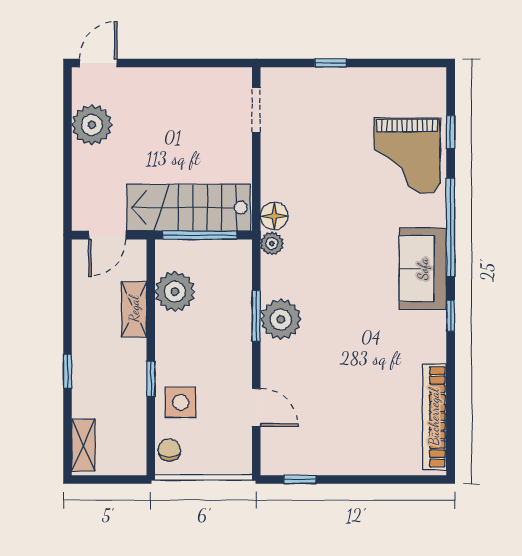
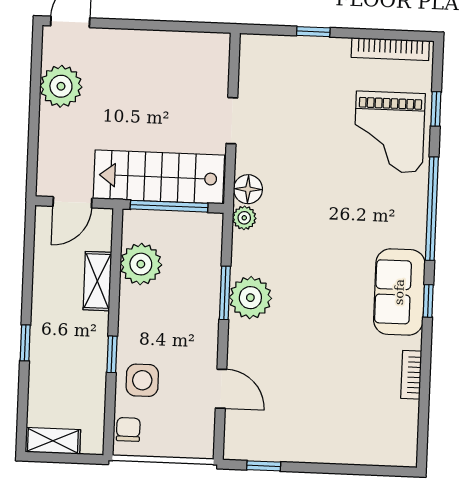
bookcase: (405, 77) -> (390, 49), added
doorway: (256, 110) -> (232, 121), moved
sofa: (423, 269) -> (399, 292), moved
bookcase: (434, 417) -> (411, 375), width x0.43, depth x0.76
shelving: (83, 445) -> (53, 441), moved, turned 90

